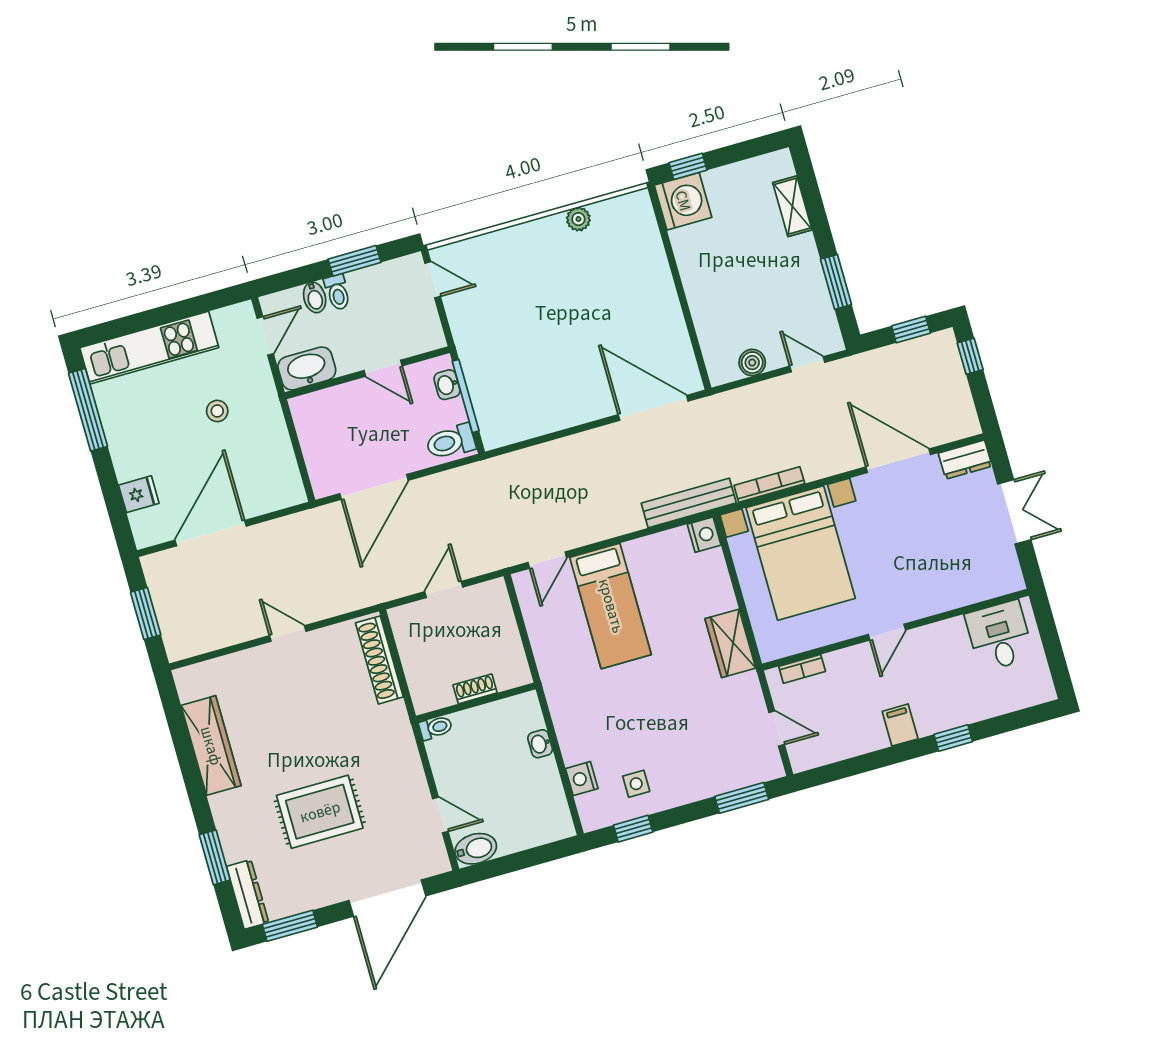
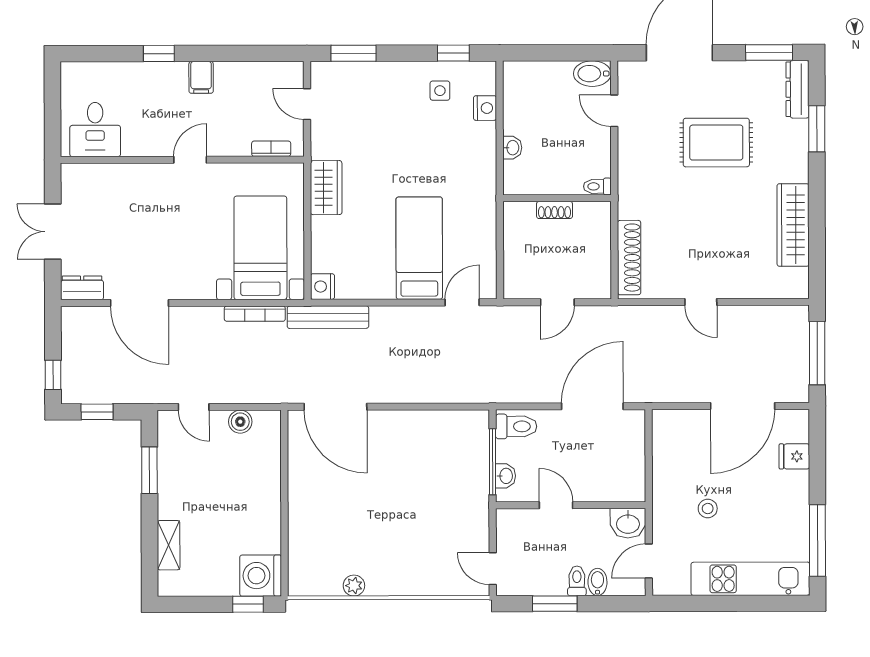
washbasin: (307, 369) -> (628, 523), width x0.72
bed with nightstands: (801, 553) -> (260, 248), width x0.73
window: (146, 613) -> (817, 353), width x1.44

